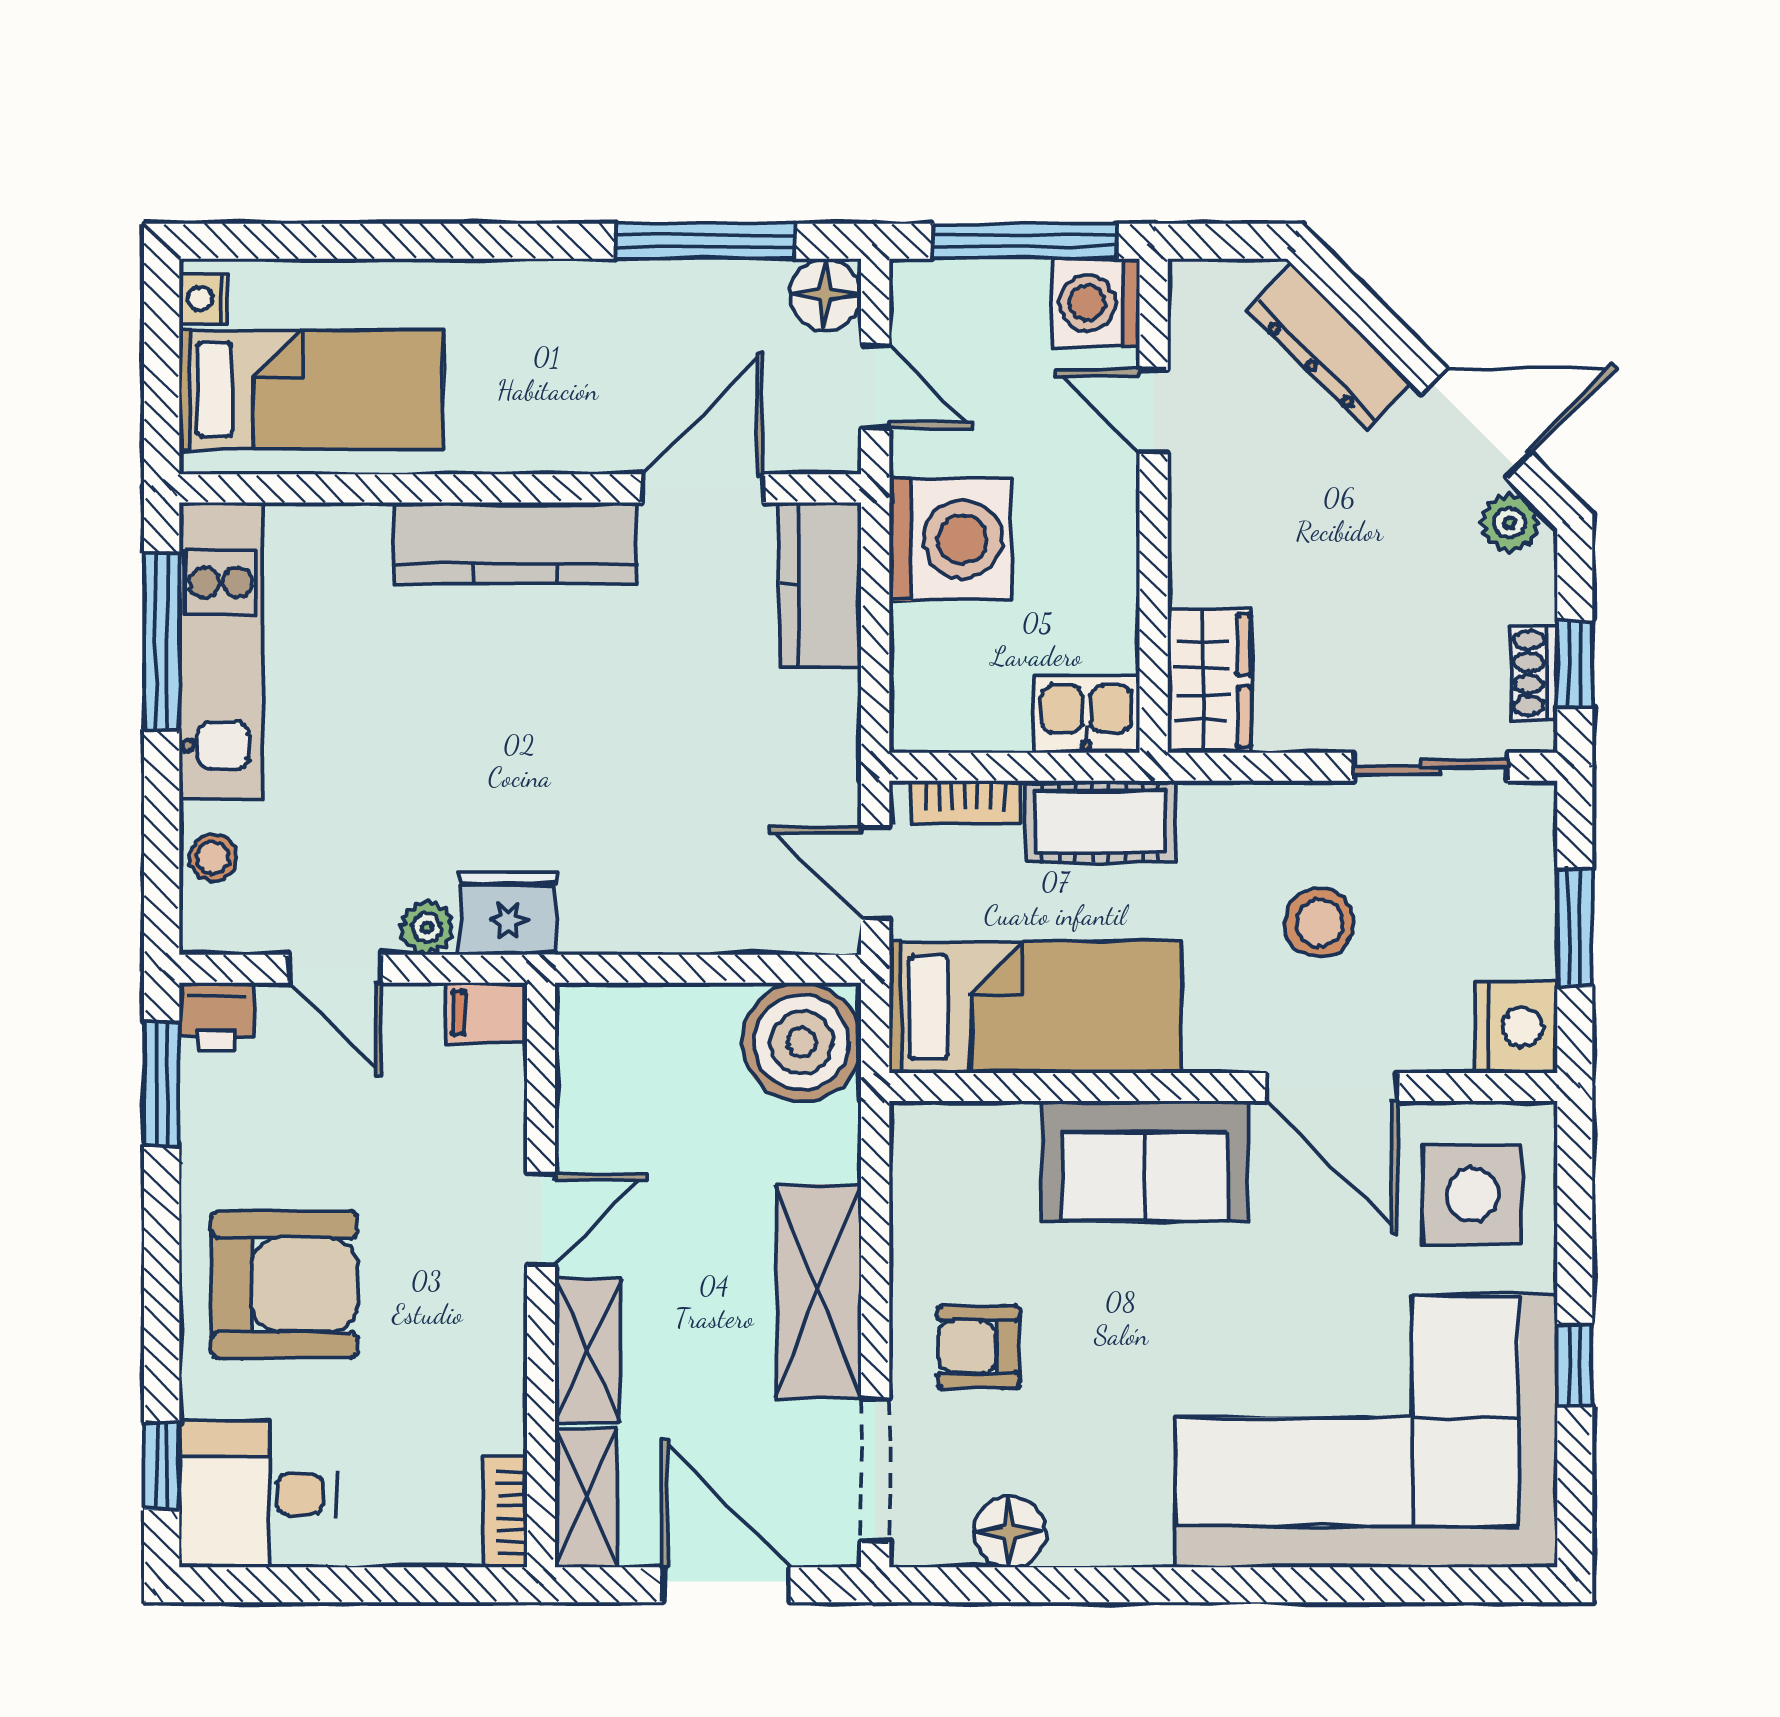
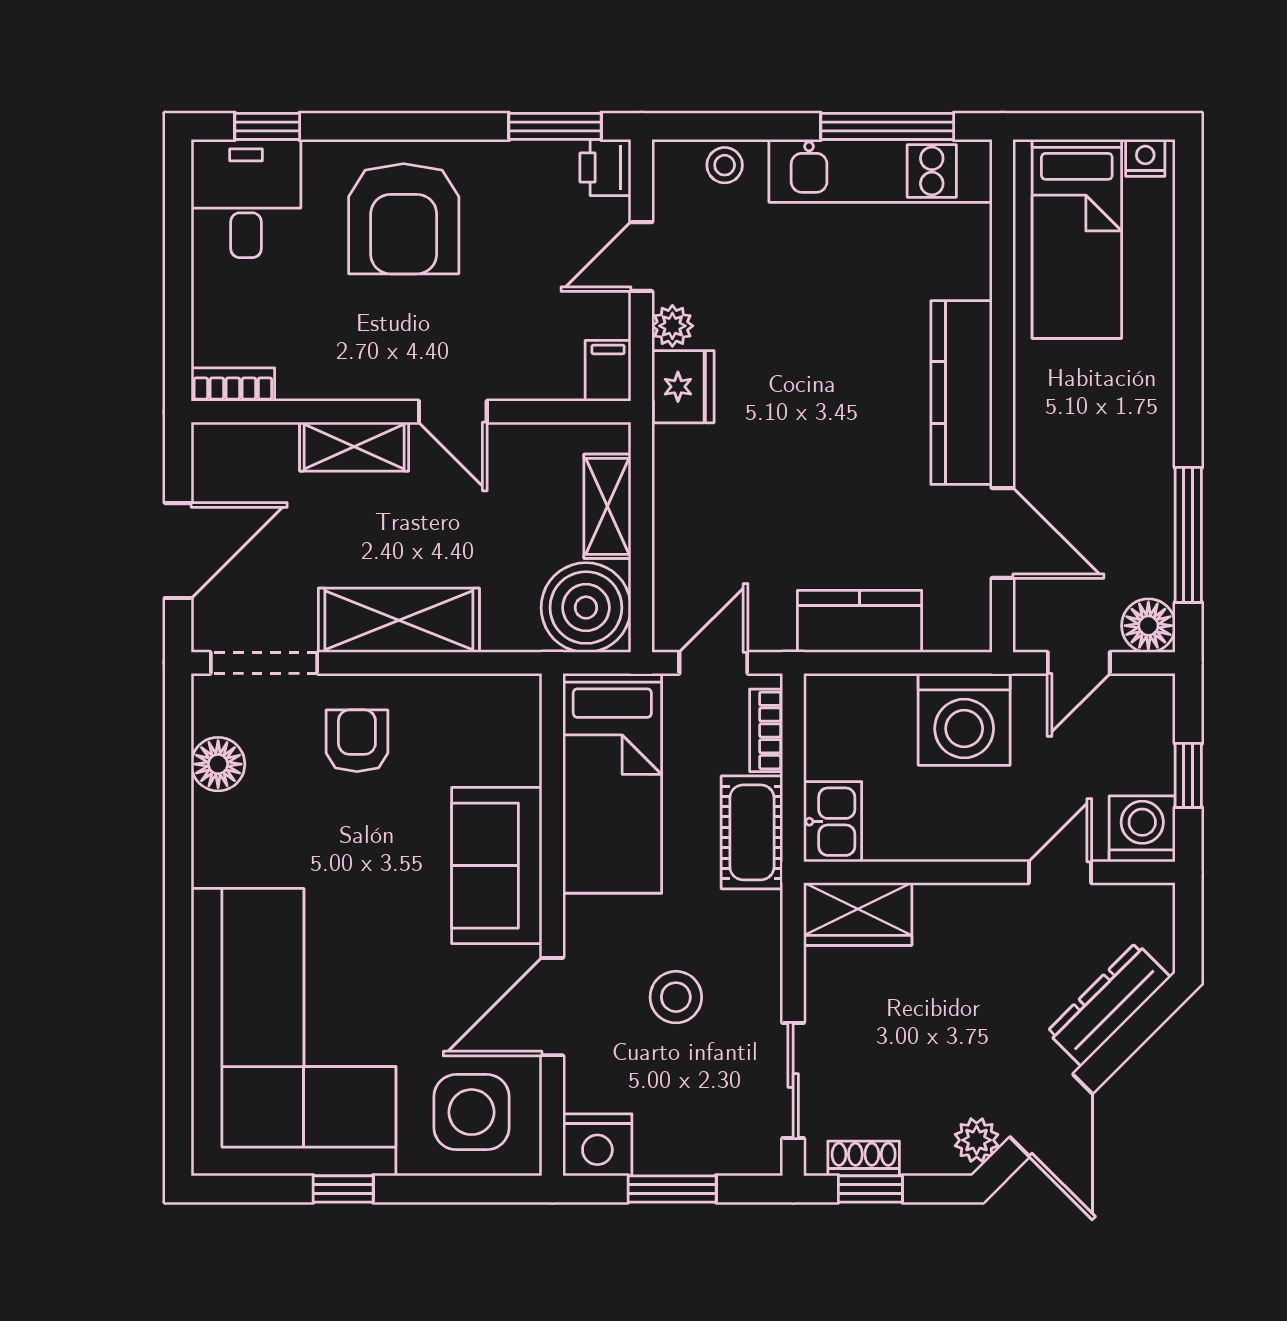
window: (1025, 241) -> (1188, 775), width x0.46
kitchen counter: (820, 585) -> (860, 621), moved
shelving: (586, 1498) -> (607, 506), moved, turned 90

